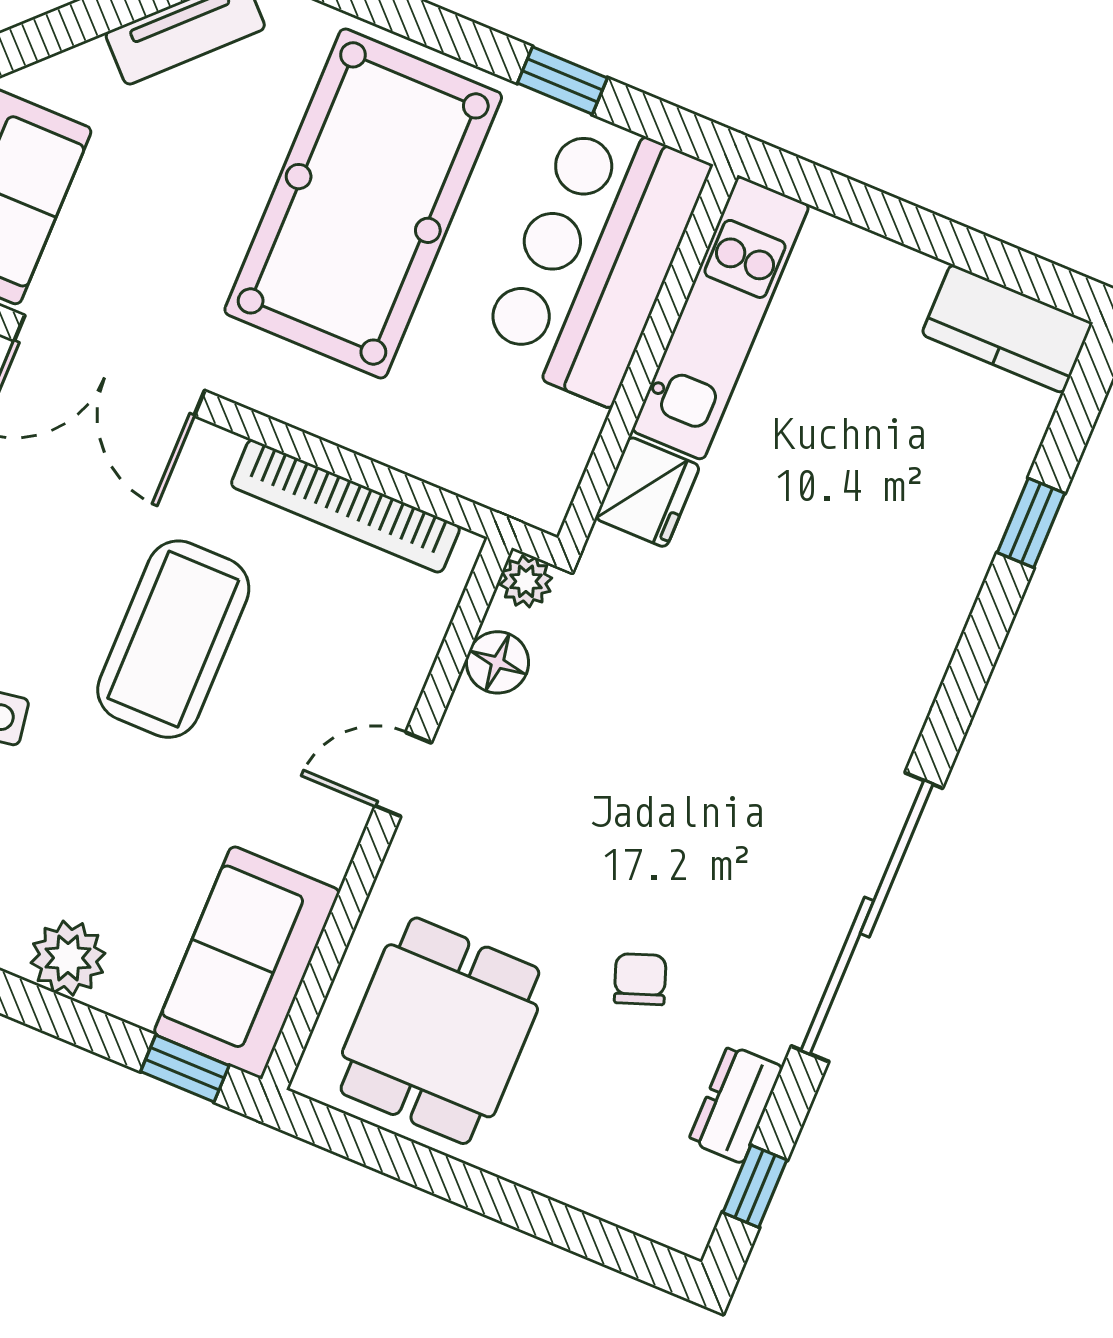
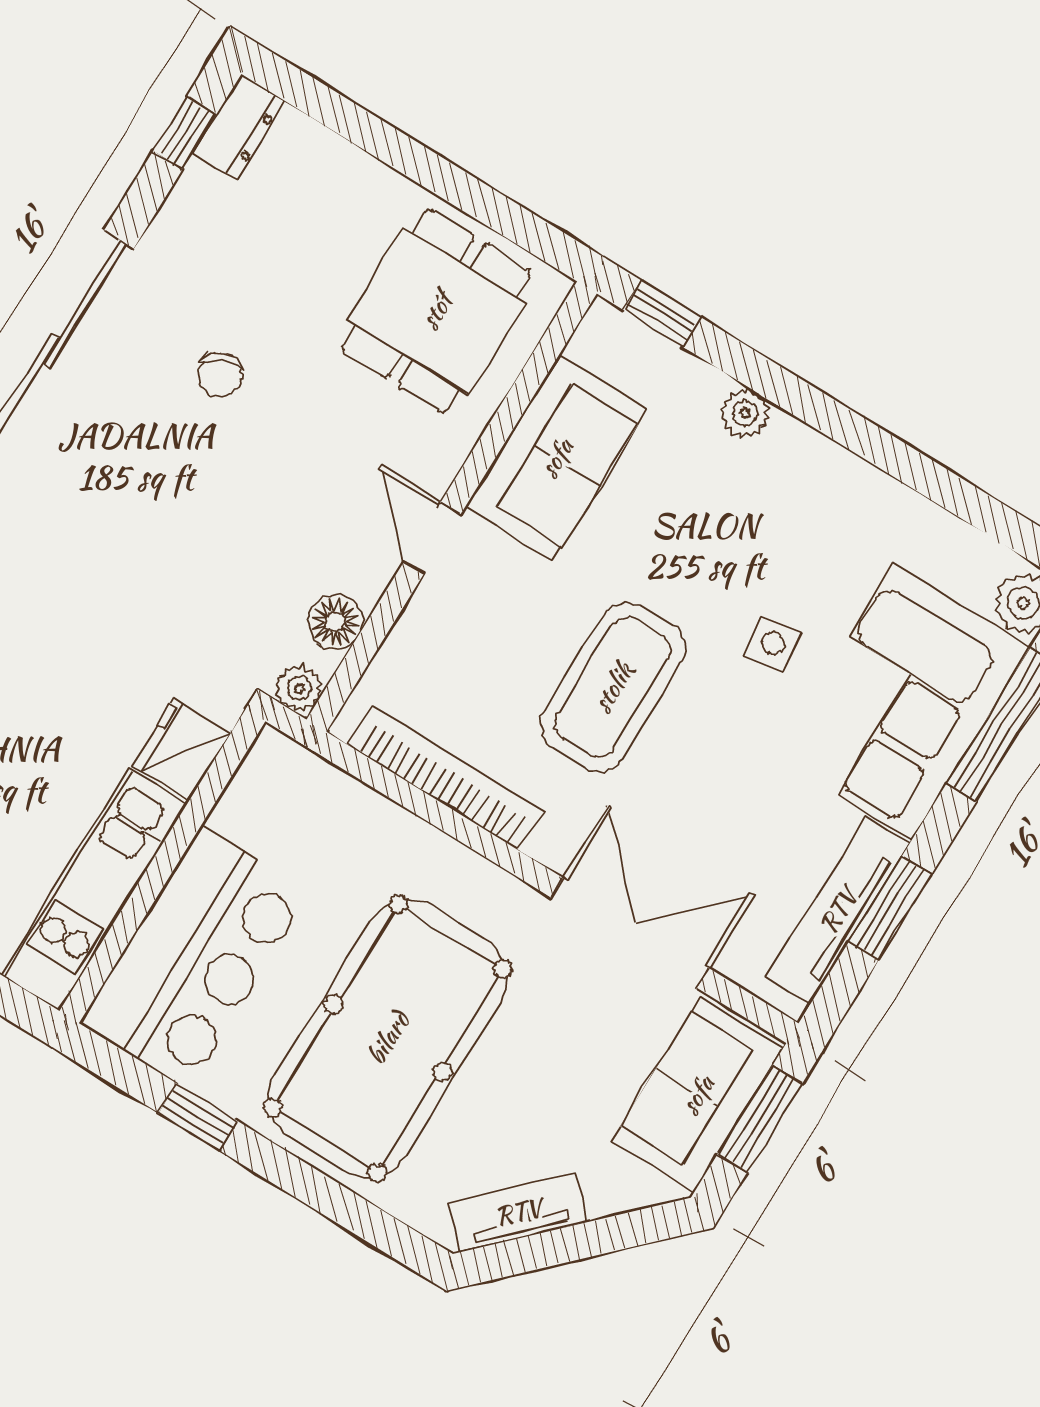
door: (403, 774) -> (432, 538), swing flipped
plant: (68, 958) -> (745, 413), width x0.73, depth x0.73
sofa: (247, 962) -> (556, 458), moved
chair: (640, 979) -> (220, 375), moved
dresser: (736, 1104) -> (239, 127), moved

